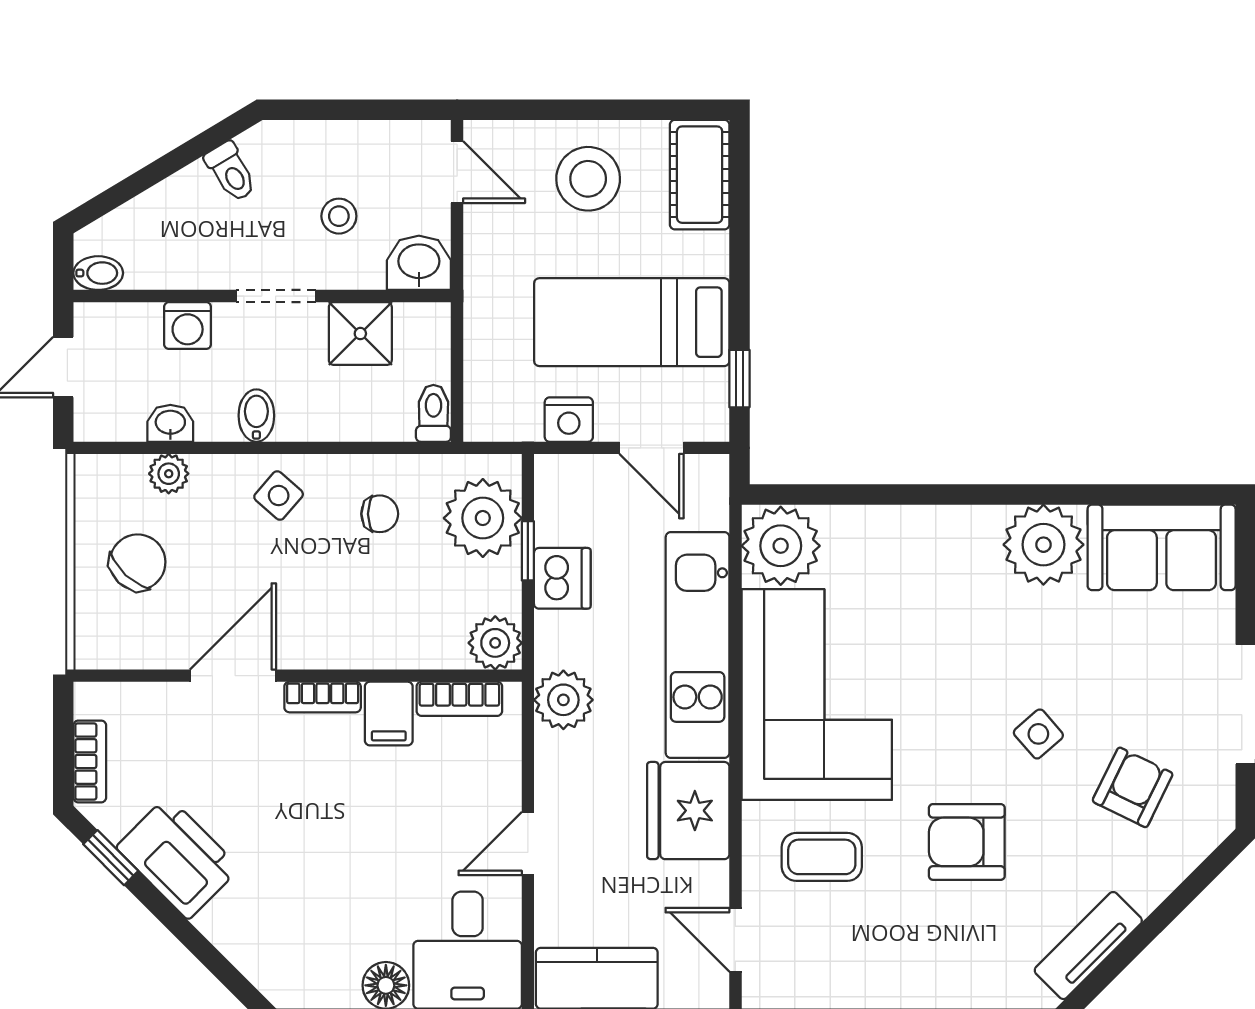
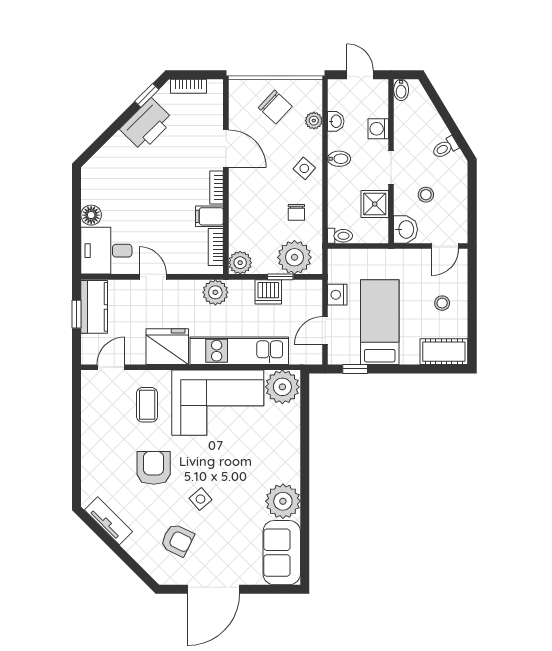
stool: (588, 179) -> (442, 303), width x0.53, depth x0.53

